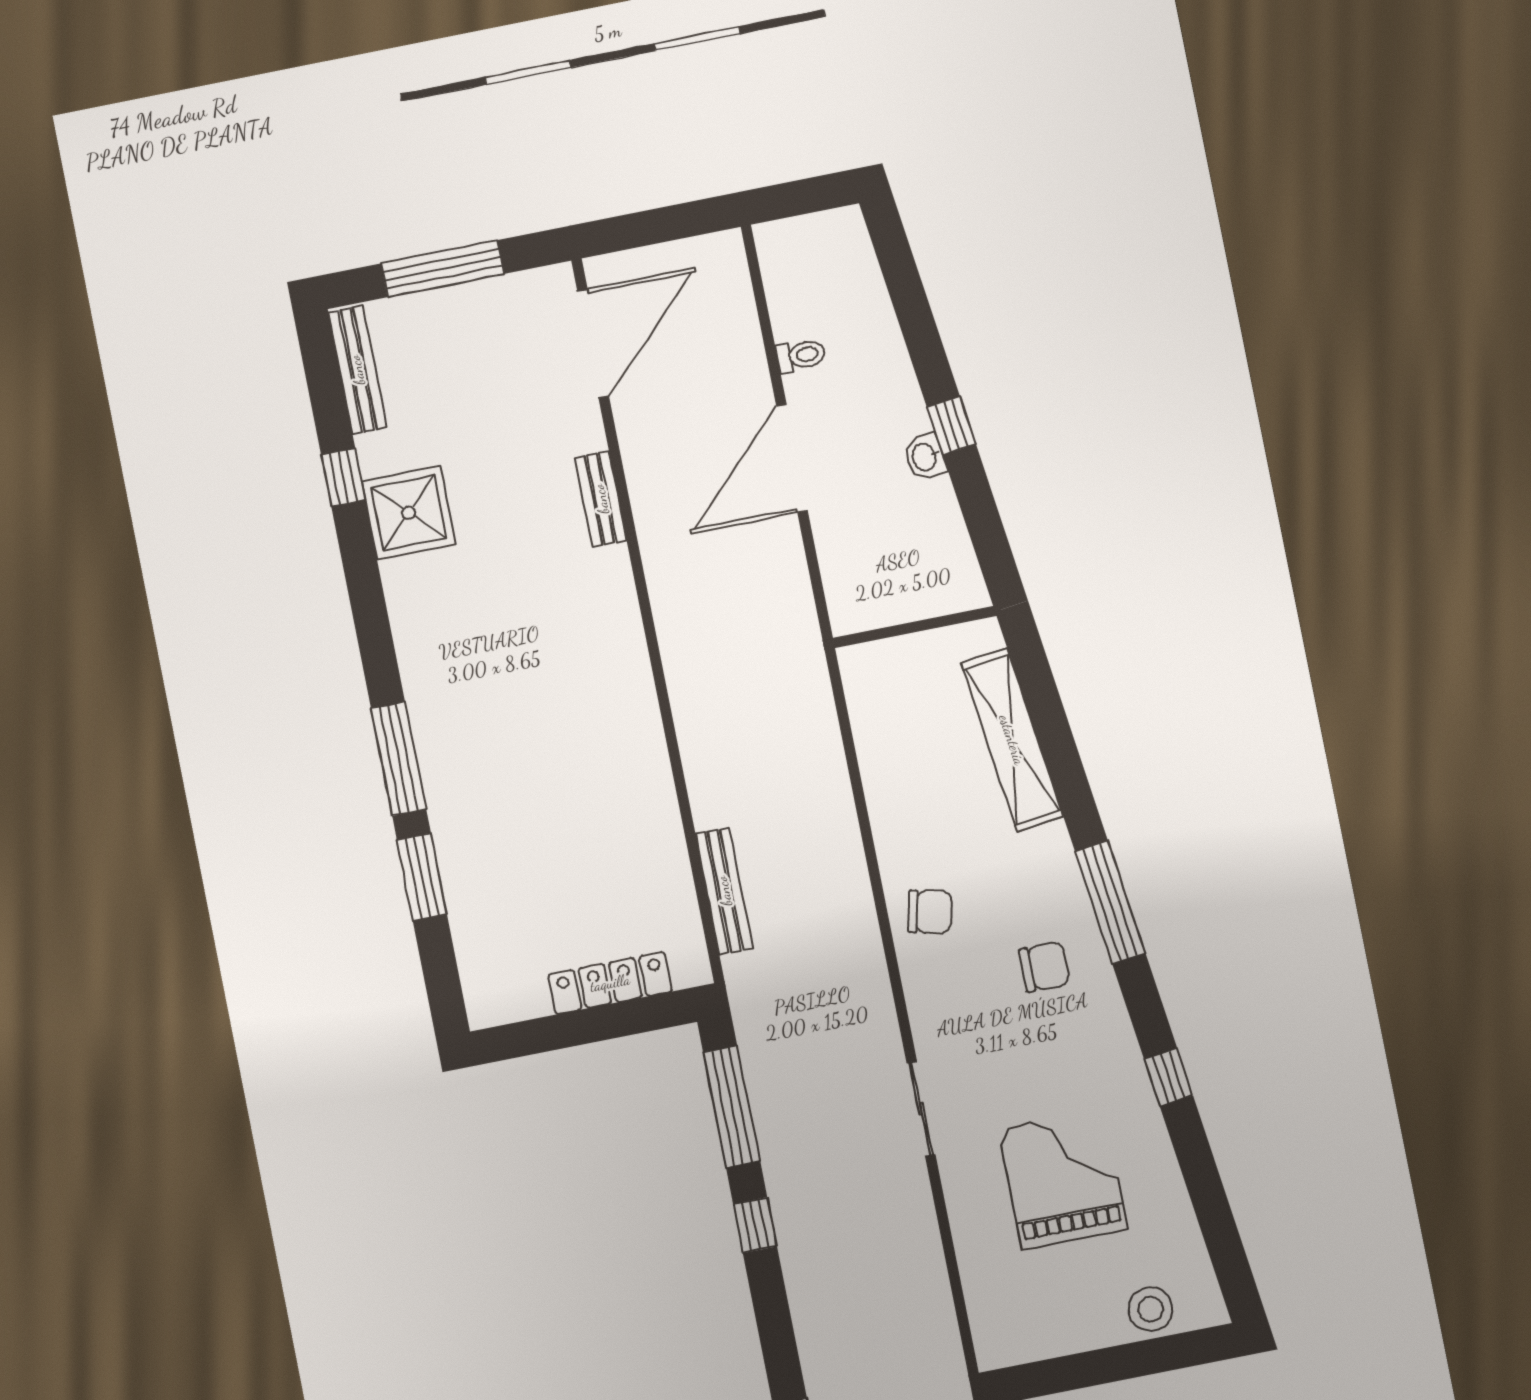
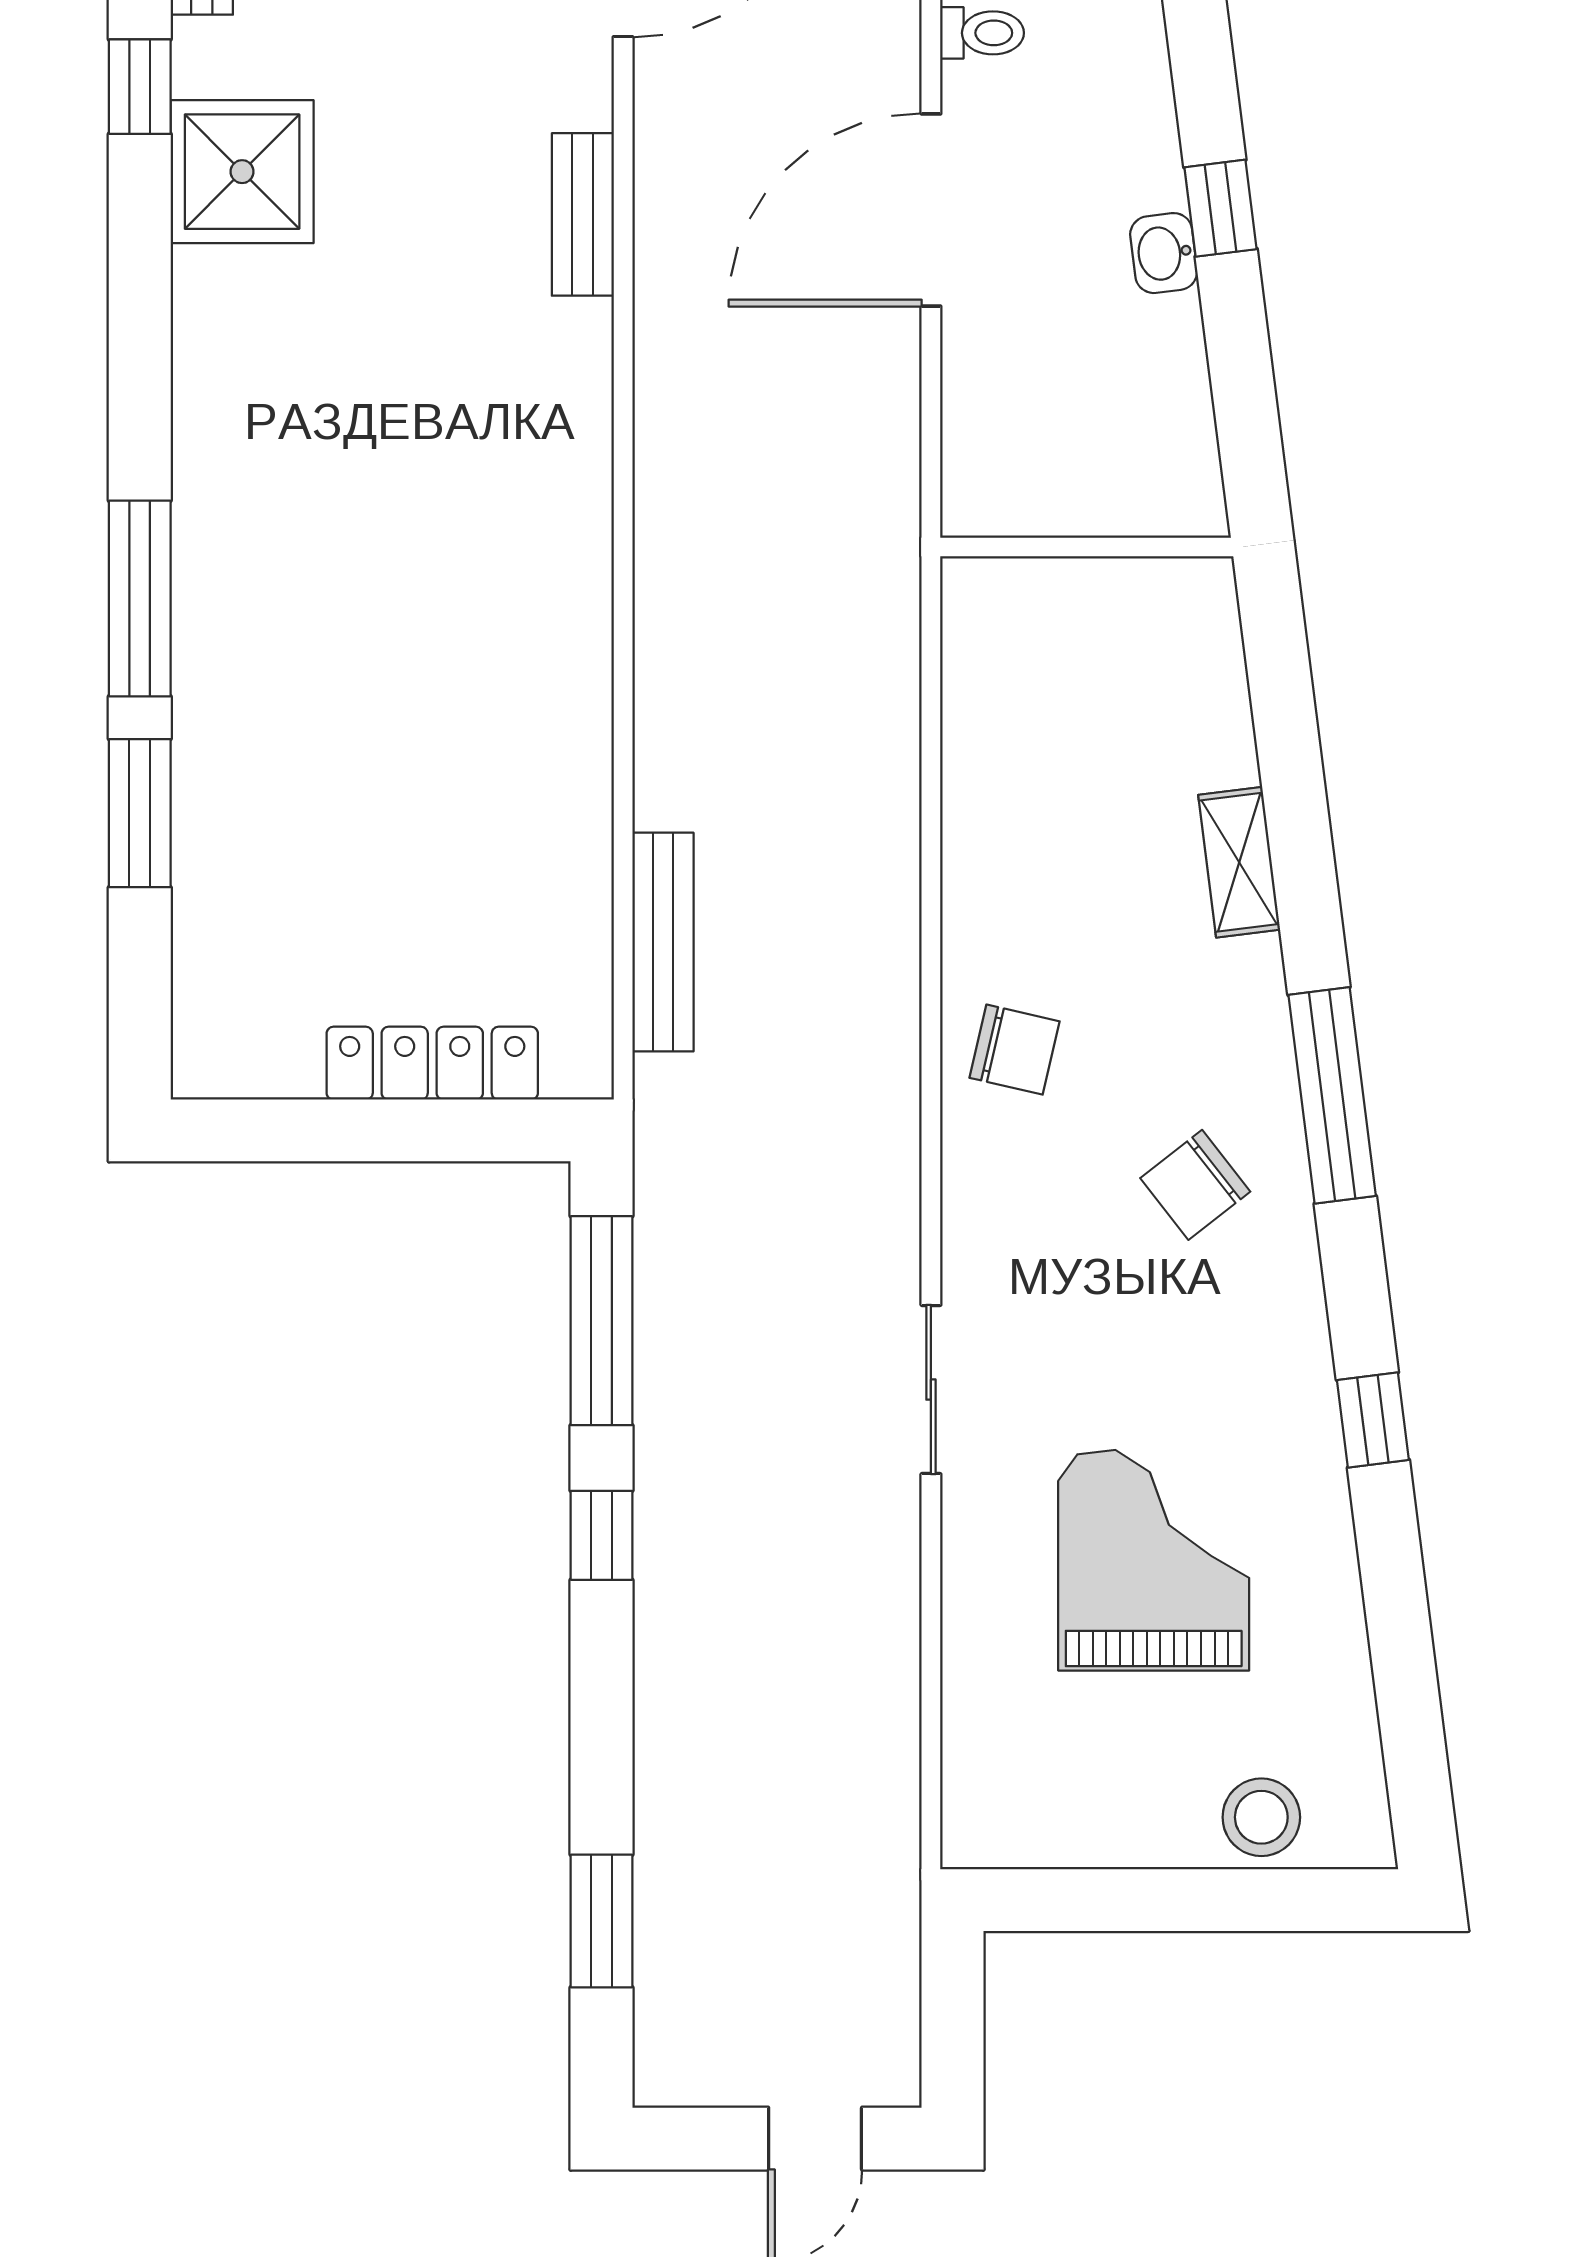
shelving: (1012, 740) -> (1239, 862), width x0.45, depth x0.75
chair: (1044, 967) -> (1195, 1185), turned 142

